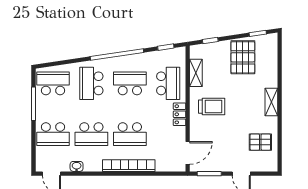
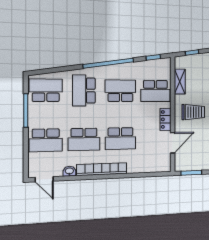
school desk: (168, 83) -> (155, 91), turned 90
door: (188, 153) -> (173, 143), moved
bookcase: (129, 166) -> (102, 169), moved

